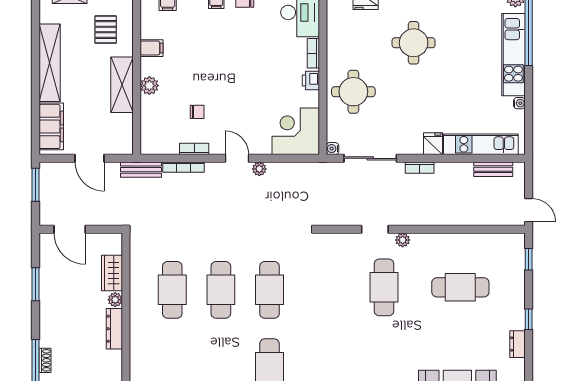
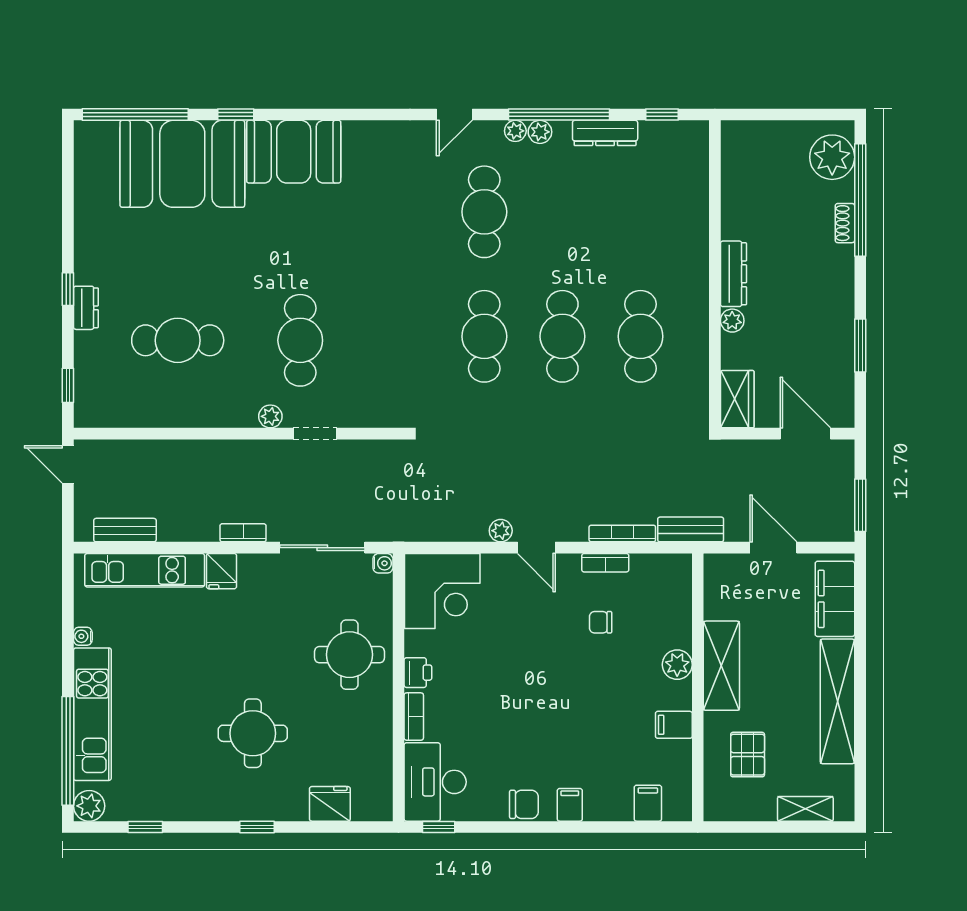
wardrobe: (112, 273) -> (737, 399), moved
dresser: (517, 344) -> (86, 308), moved

